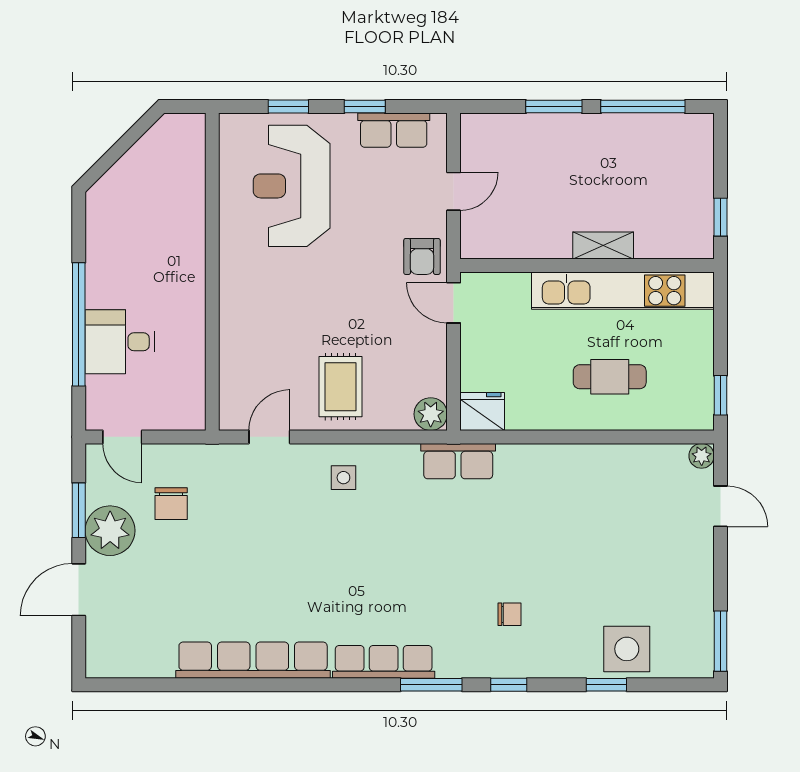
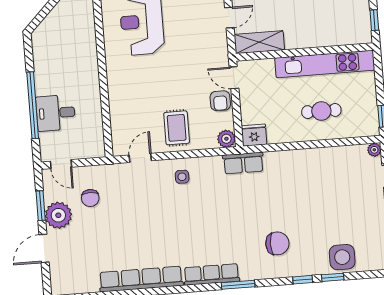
shelving: (603, 245) -> (259, 42), moved, width x1.50, depth x1.33
armchair: (422, 256) -> (220, 101), moved
chair: (509, 614) -> (277, 243), width x1.87, depth x1.87
window: (509, 685) -> (303, 280), moved

